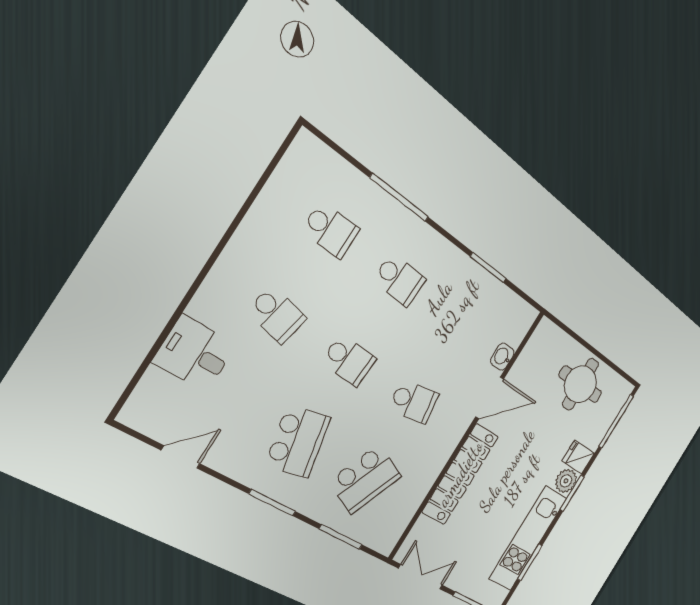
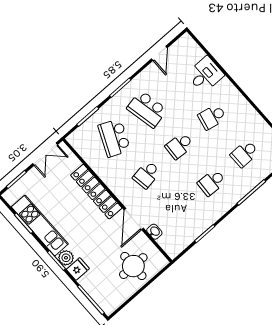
round table: (580, 384) -> (133, 266), moved

